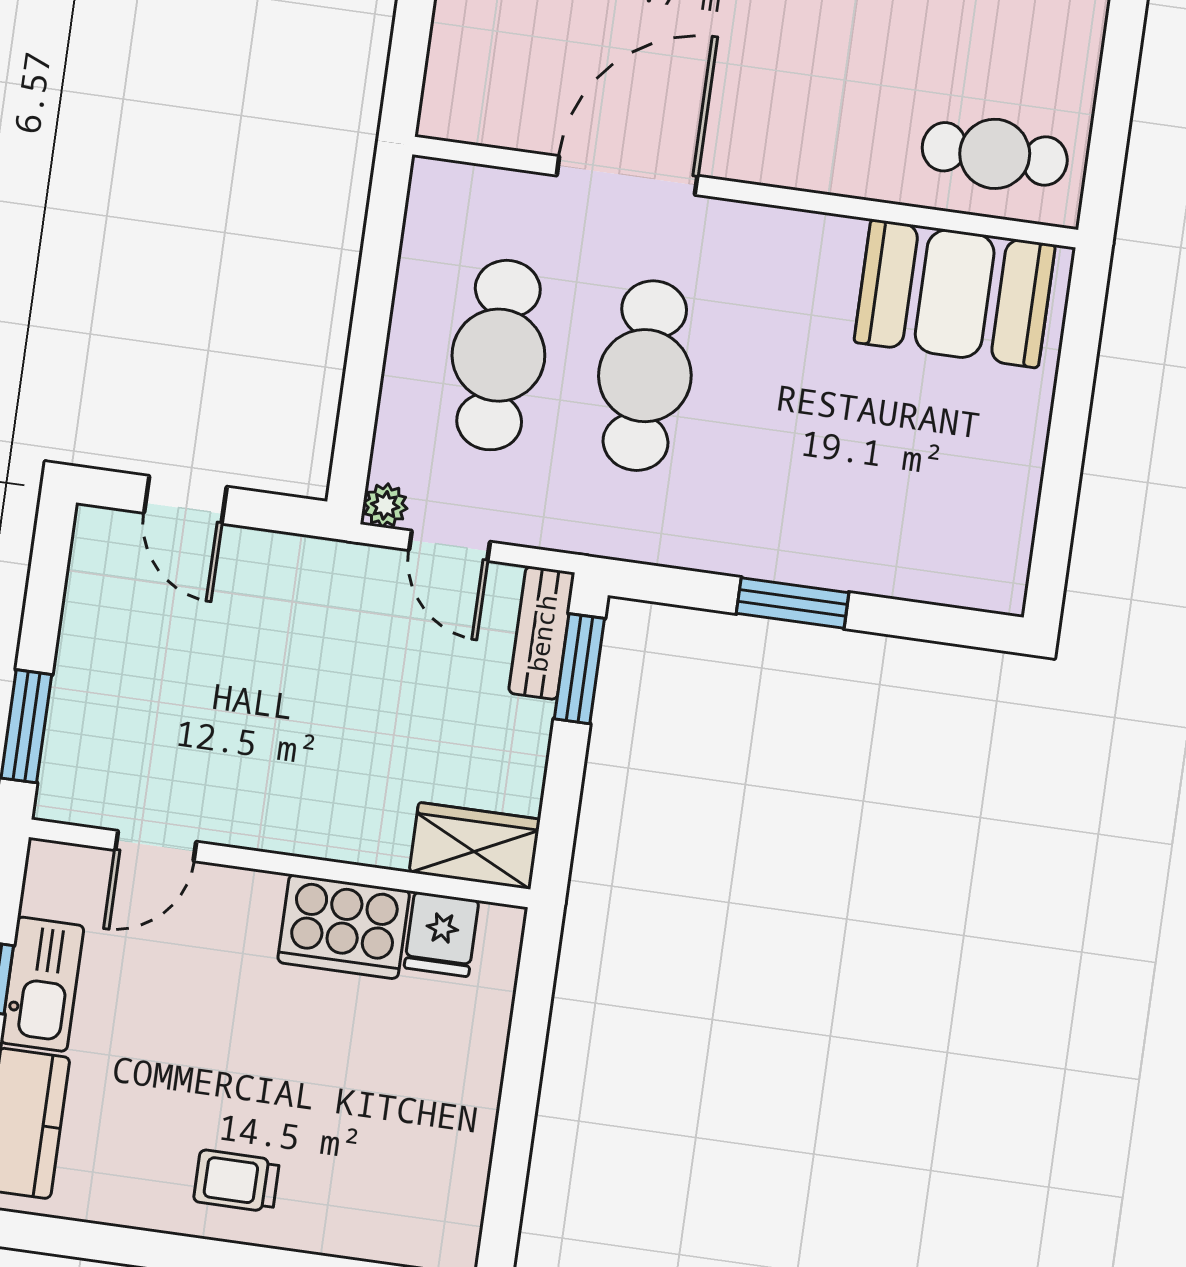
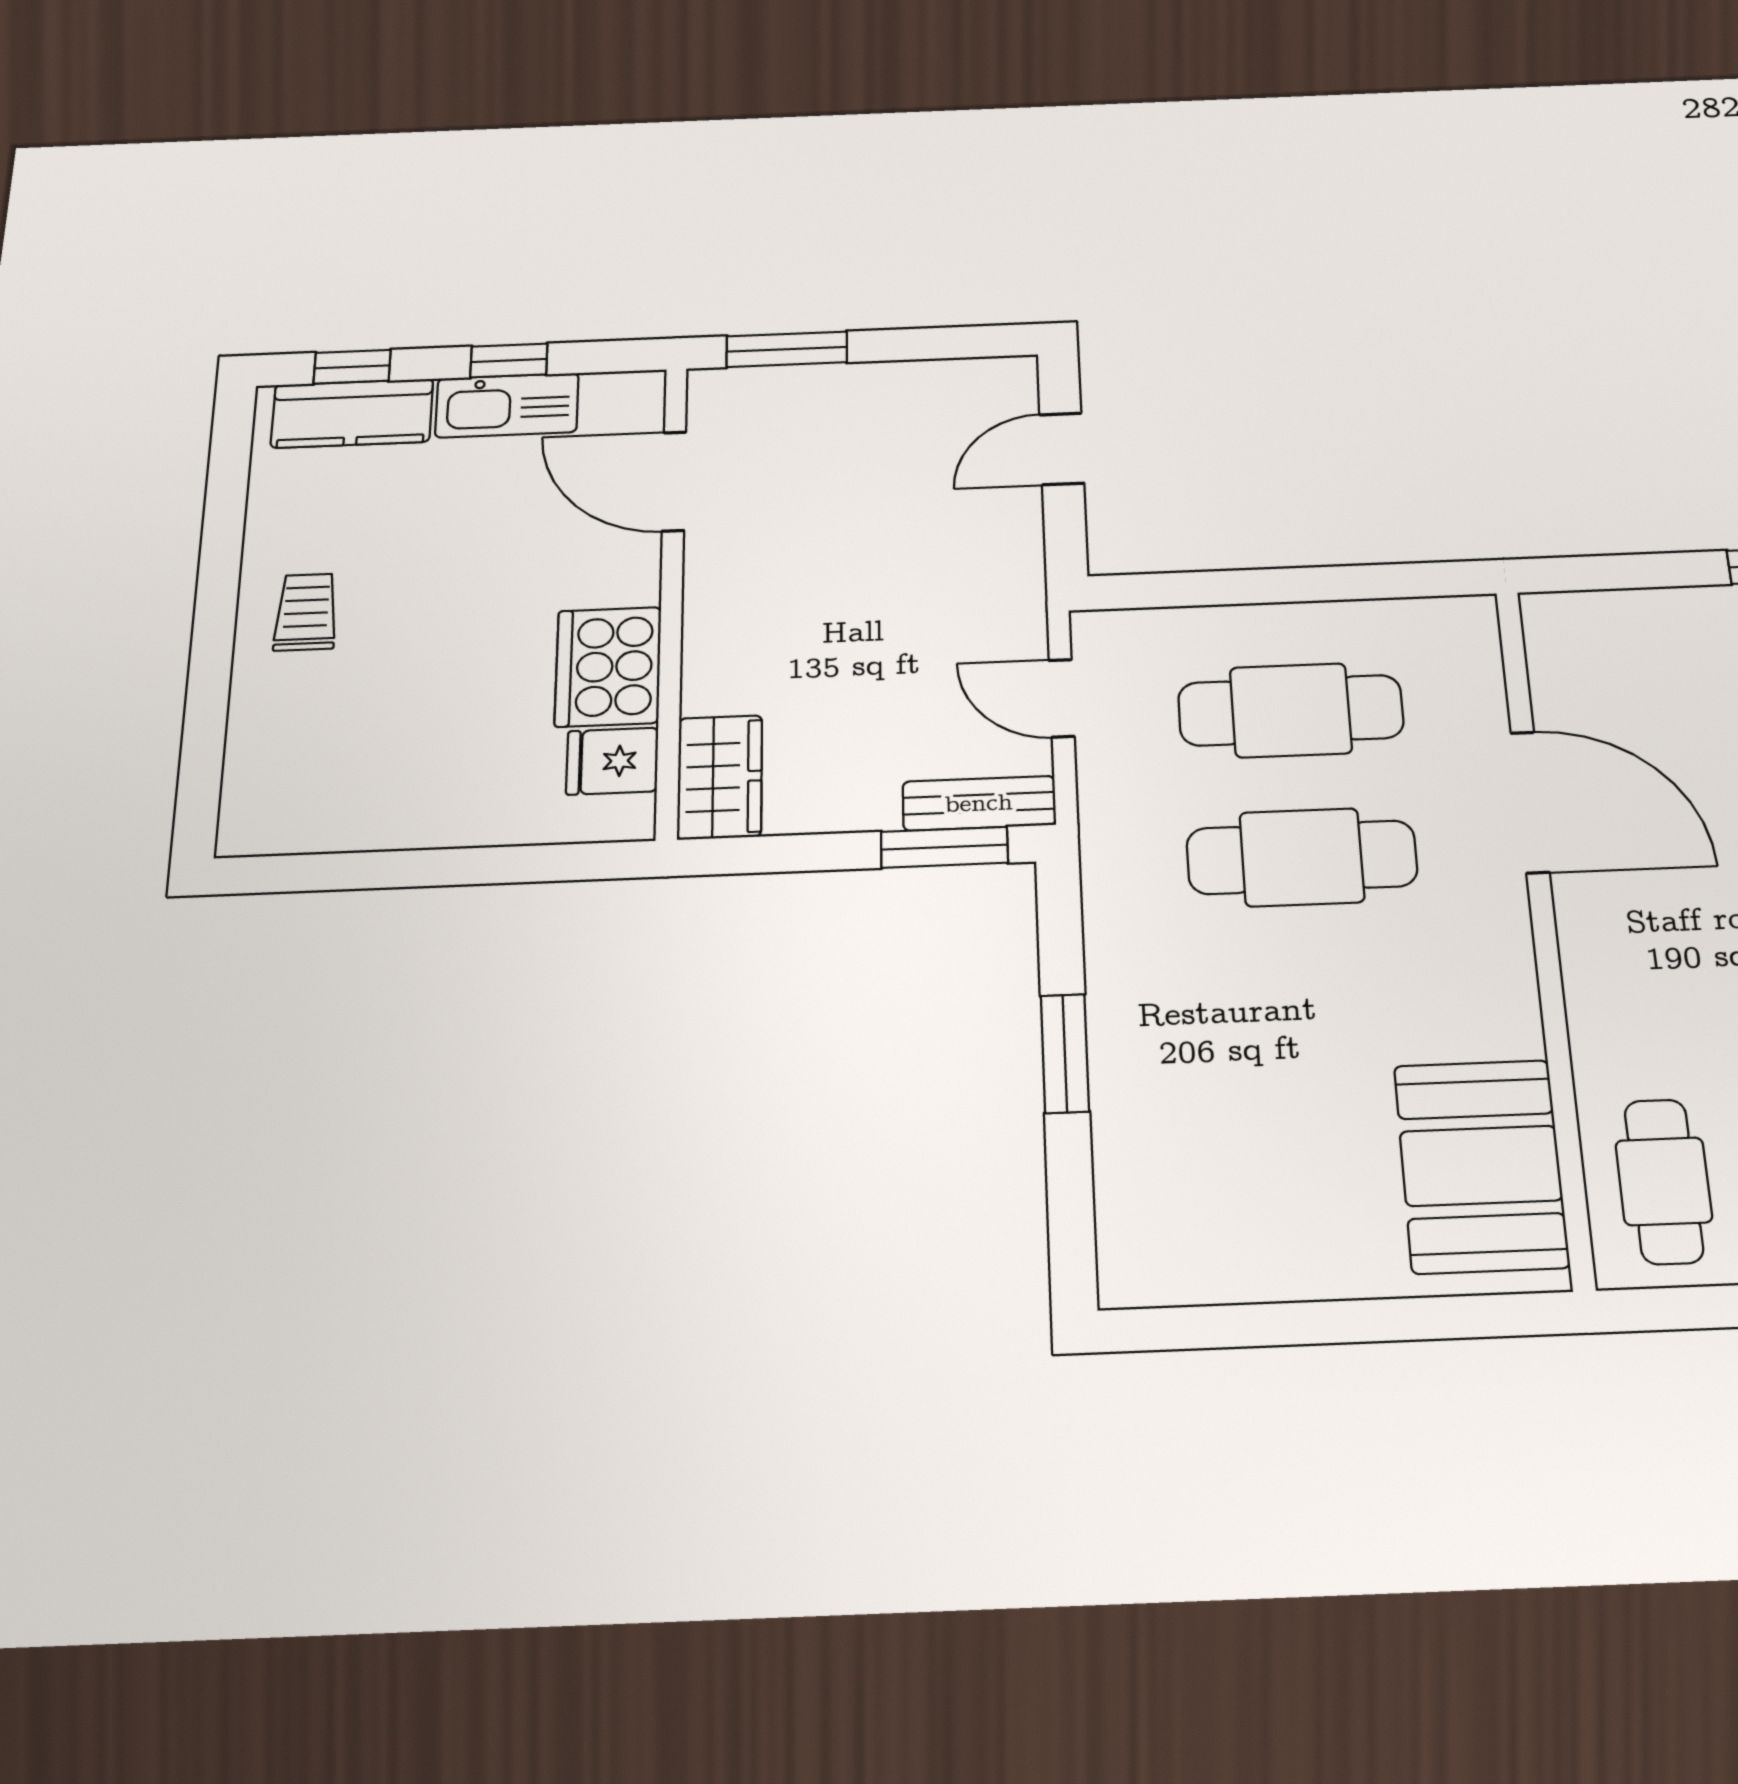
plant: (385, 505) -> (1095, 630), removed
door: (449, 546) -> (1062, 698), hinge flipped
door: (156, 846) -> (674, 481), width x1.38

